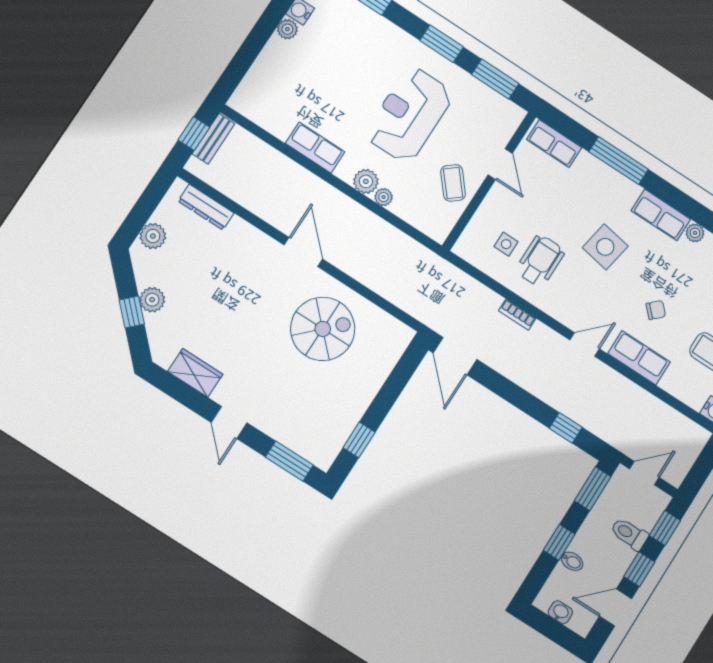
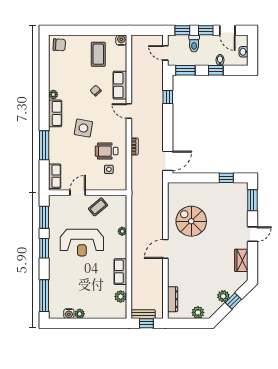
plant: (366, 181) -> (121, 297), moved

